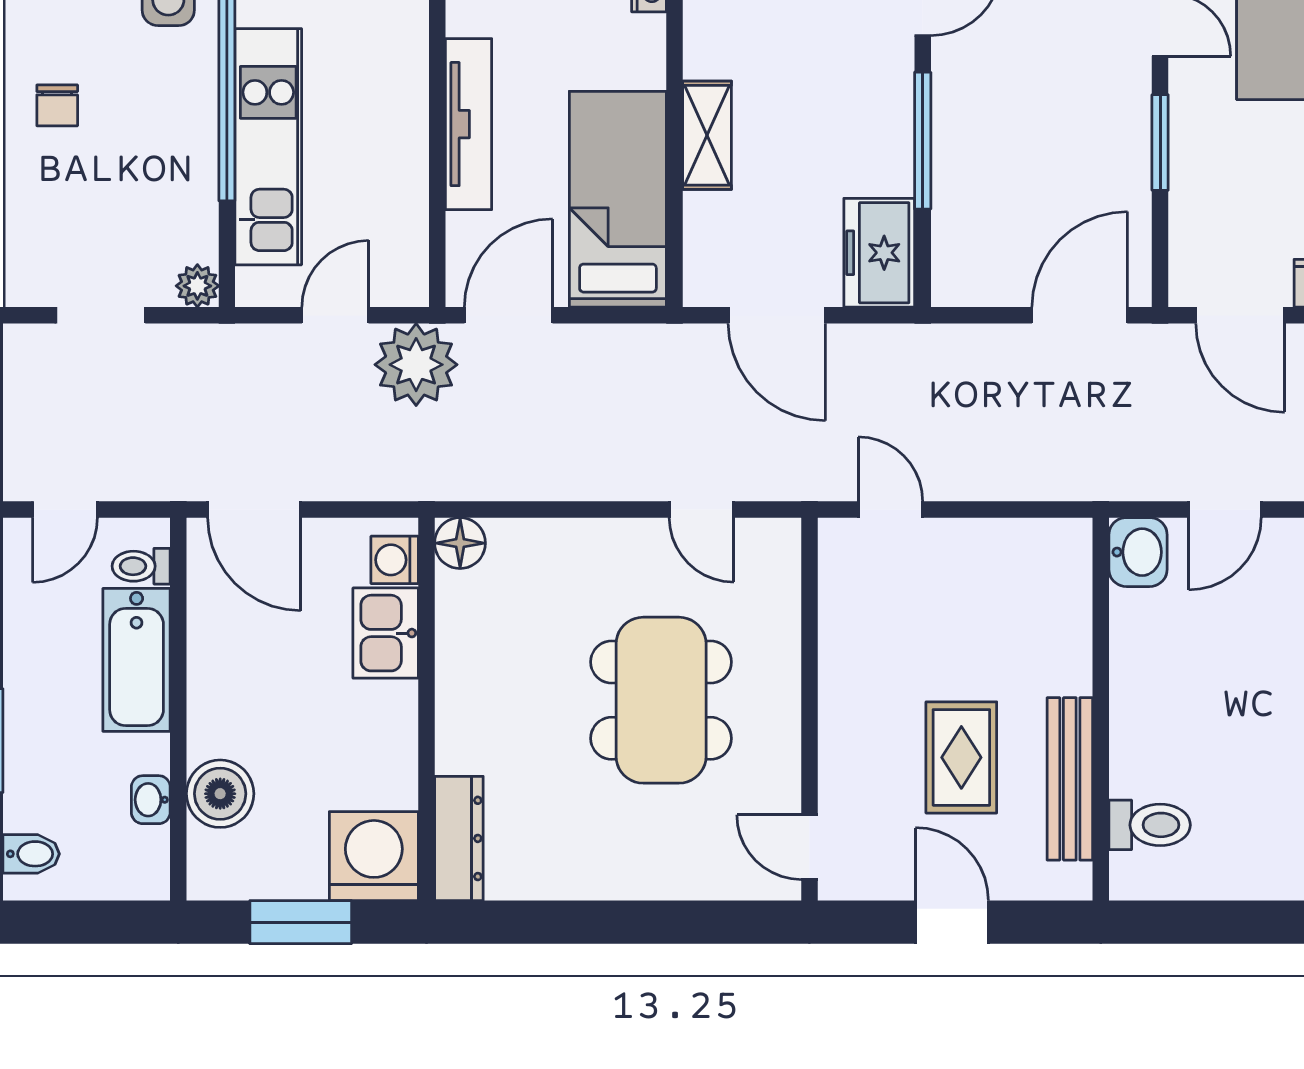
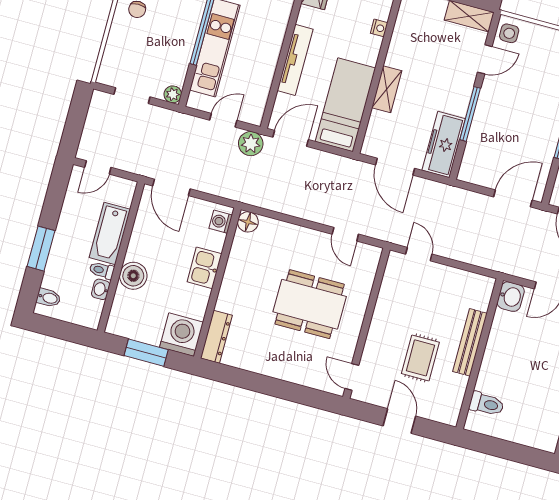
freezer: (879, 253) -> (444, 145), width x1.40
plant: (416, 365) -> (251, 144), width x0.73, depth x0.73
toilet: (141, 566) -> (102, 270), moved
kitchen sink: (386, 633) -> (204, 268), moved
dining table: (661, 700) -> (310, 304), turned 90
bench: (1070, 779) -> (470, 342), moved
boiler: (220, 794) -> (133, 276), moved

